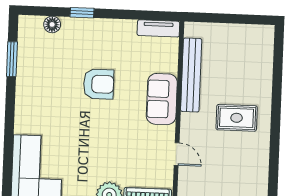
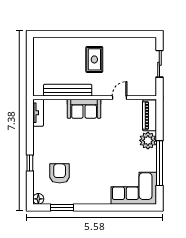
floor lamp: (52, 24) -> (38, 199), moved
armchair: (99, 84) -> (60, 173), moved

